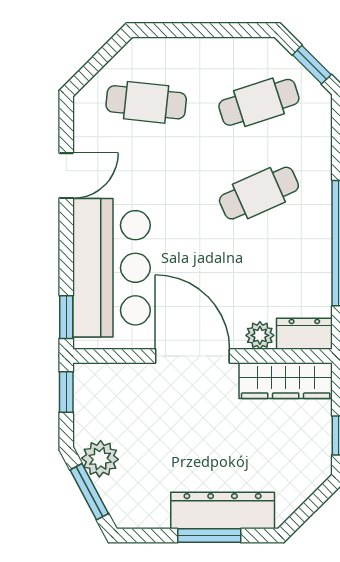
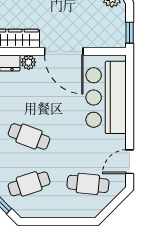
door: (66, 176) -> (130, 162), moved
cafe table: (259, 193) -> (29, 136), turned 45
window: (66, 317) -> (130, 72), removed

